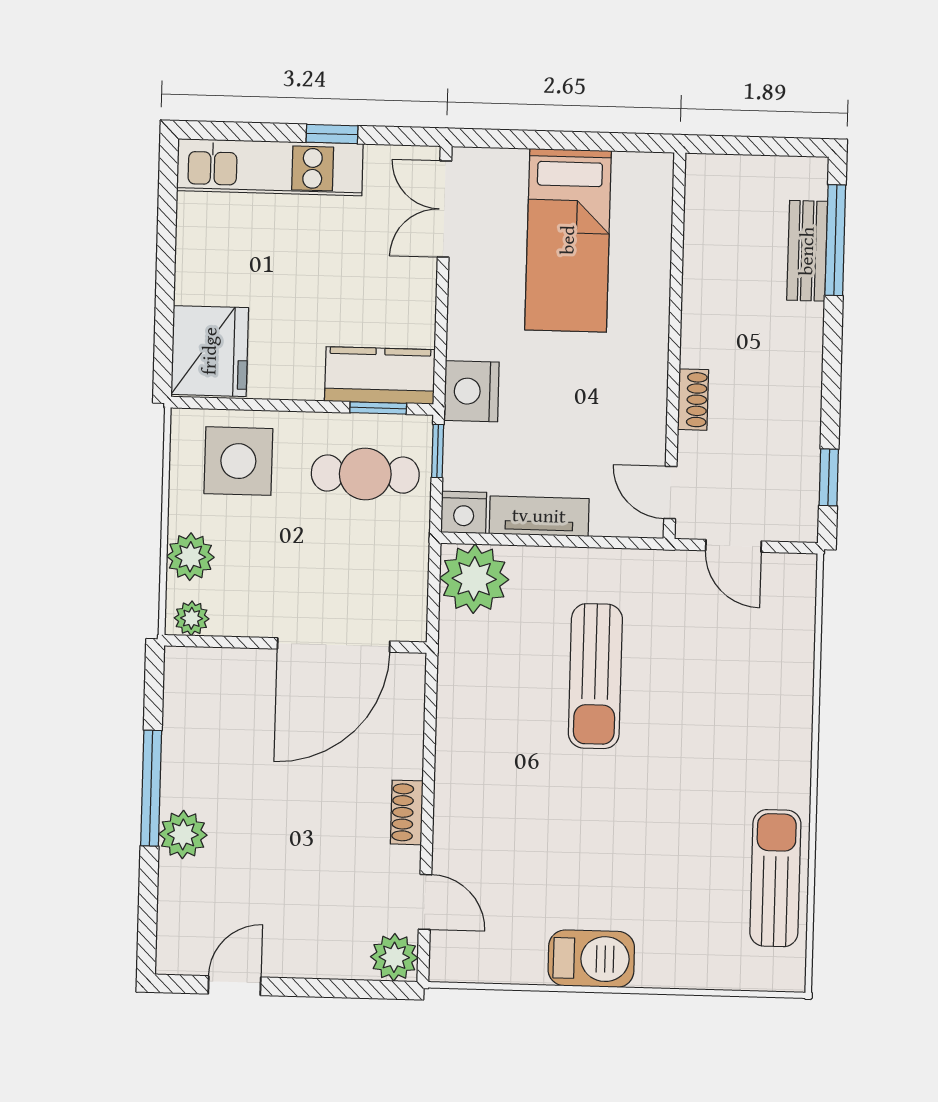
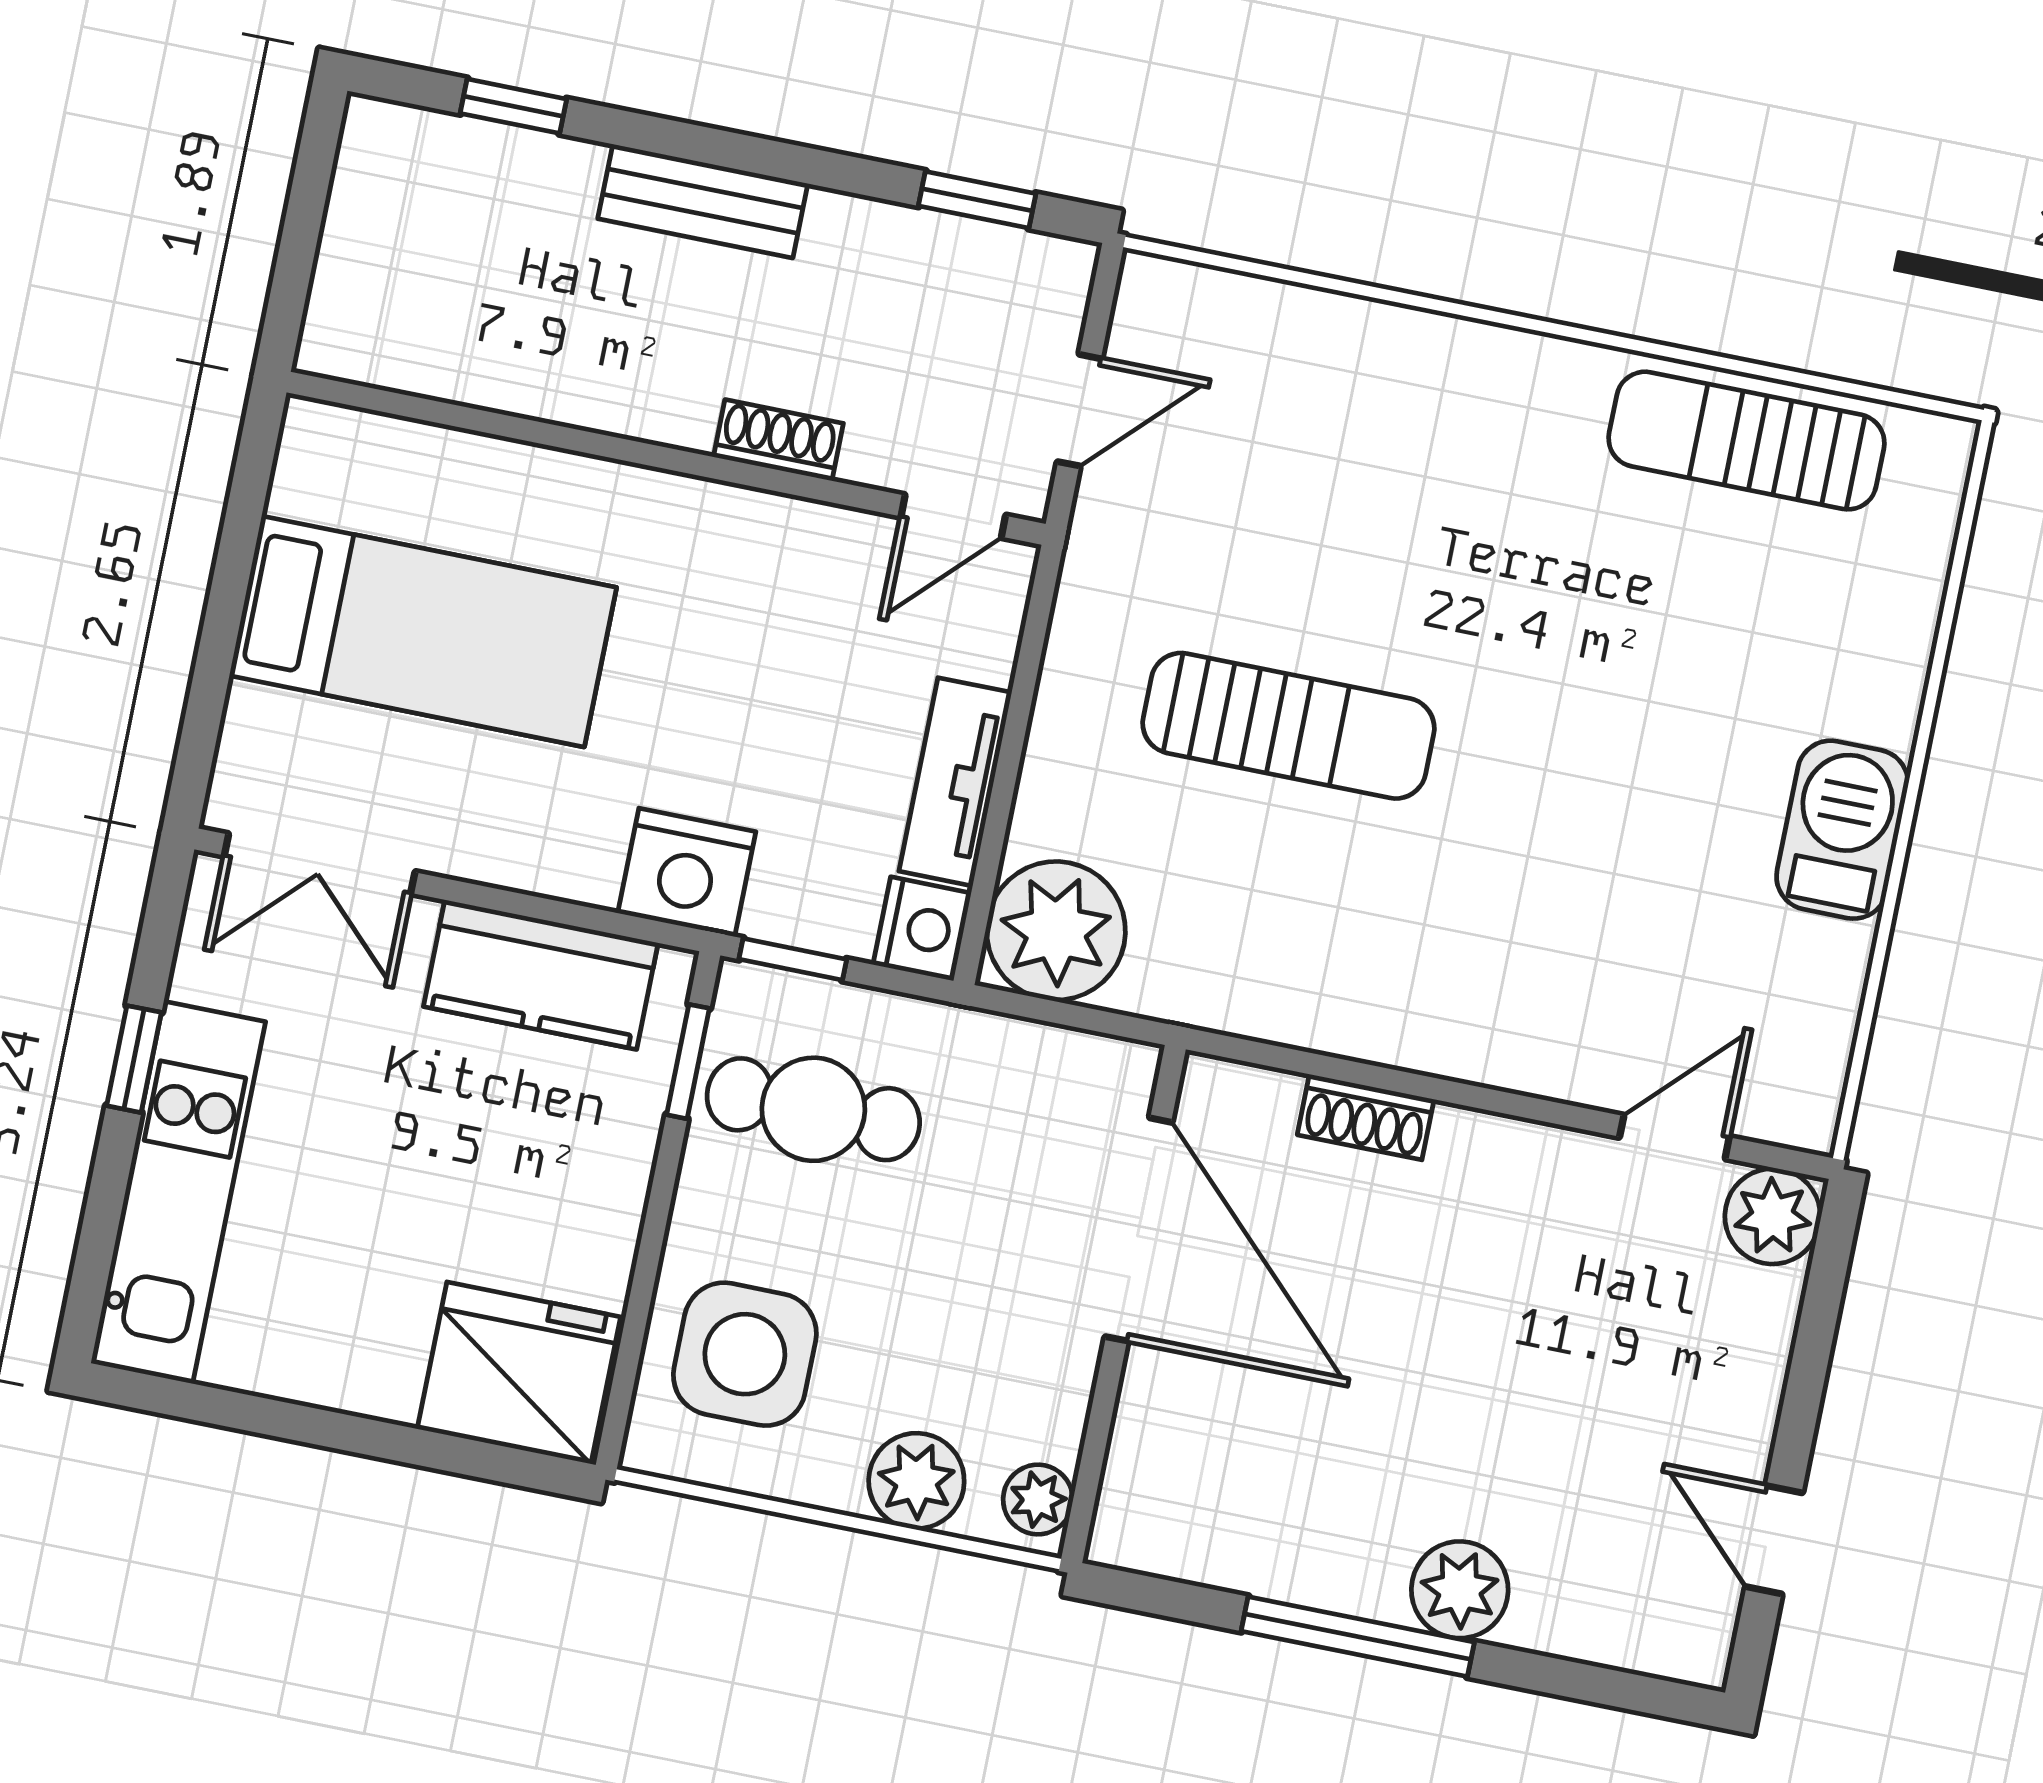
window: (835, 240) -> (513, 106), width x0.46
bench: (807, 251) -> (703, 201), moved
kitchen counter: (380, 375) -> (541, 975), moved, turned -90
cafe table: (365, 474) -> (813, 1109), turned 90
shoe rack: (407, 812) -> (1366, 1117), moved

